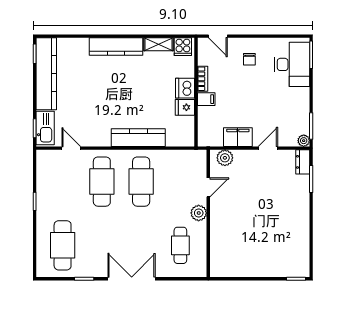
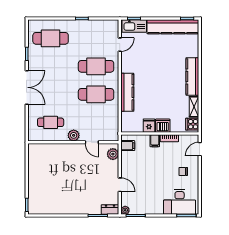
filing cabinet: (238, 137) -> (128, 146), moved, width x0.50

